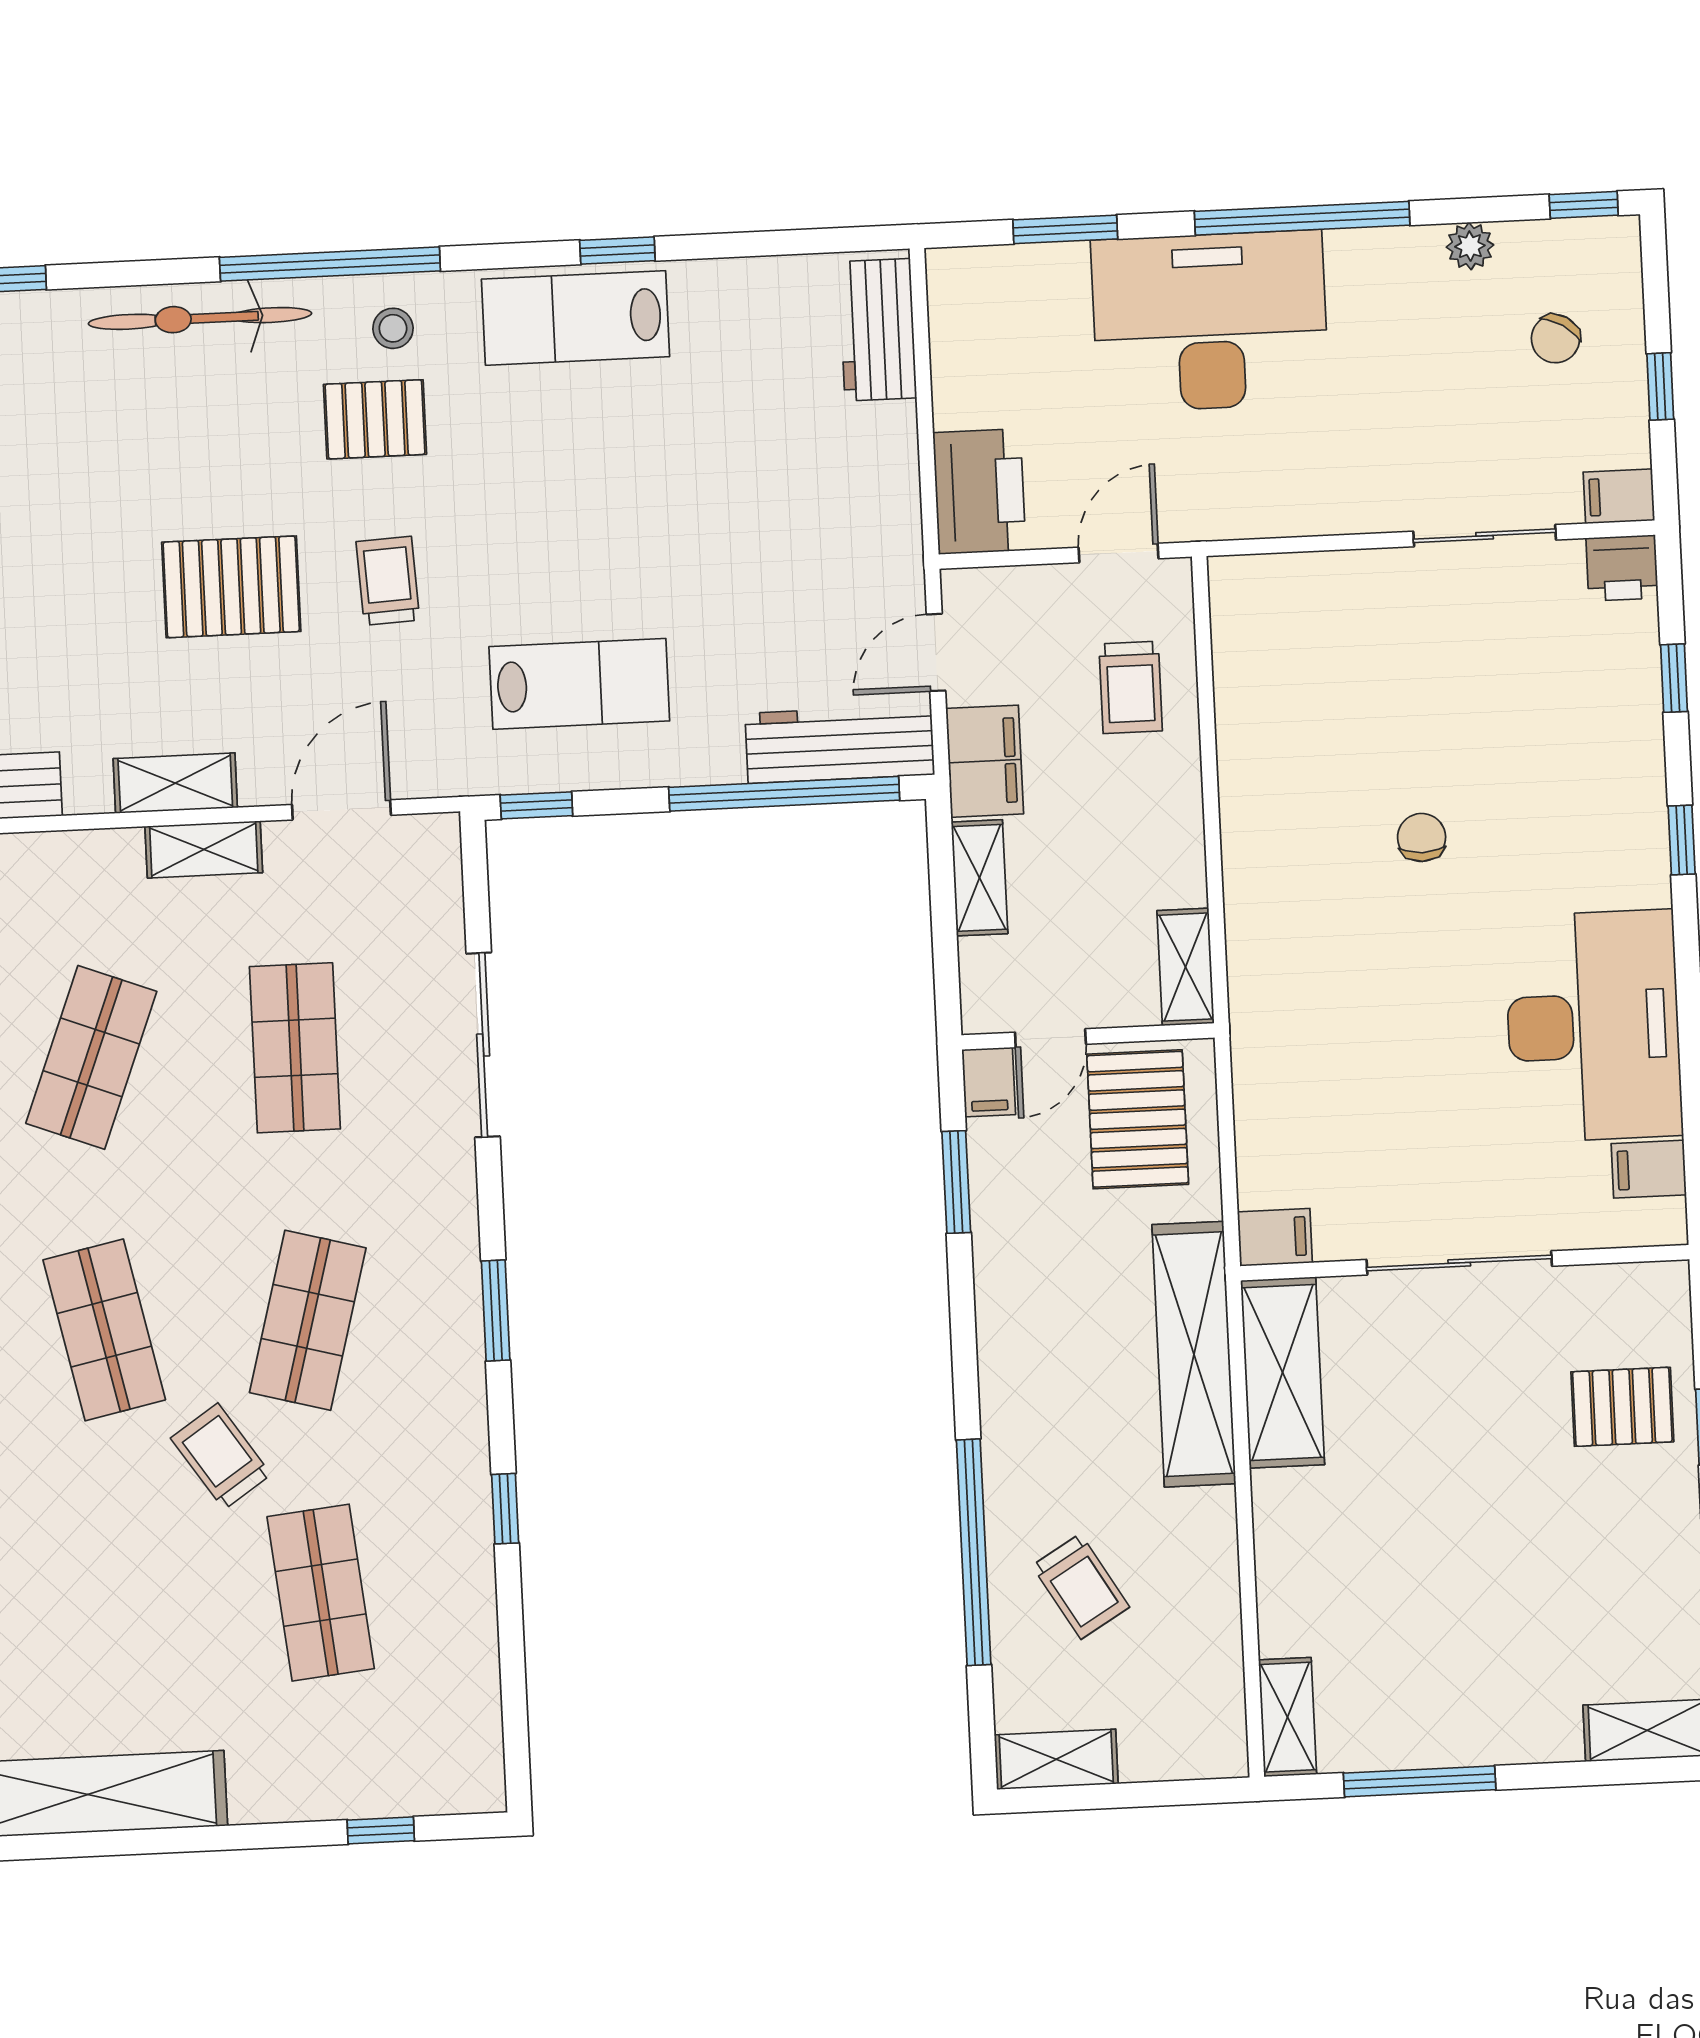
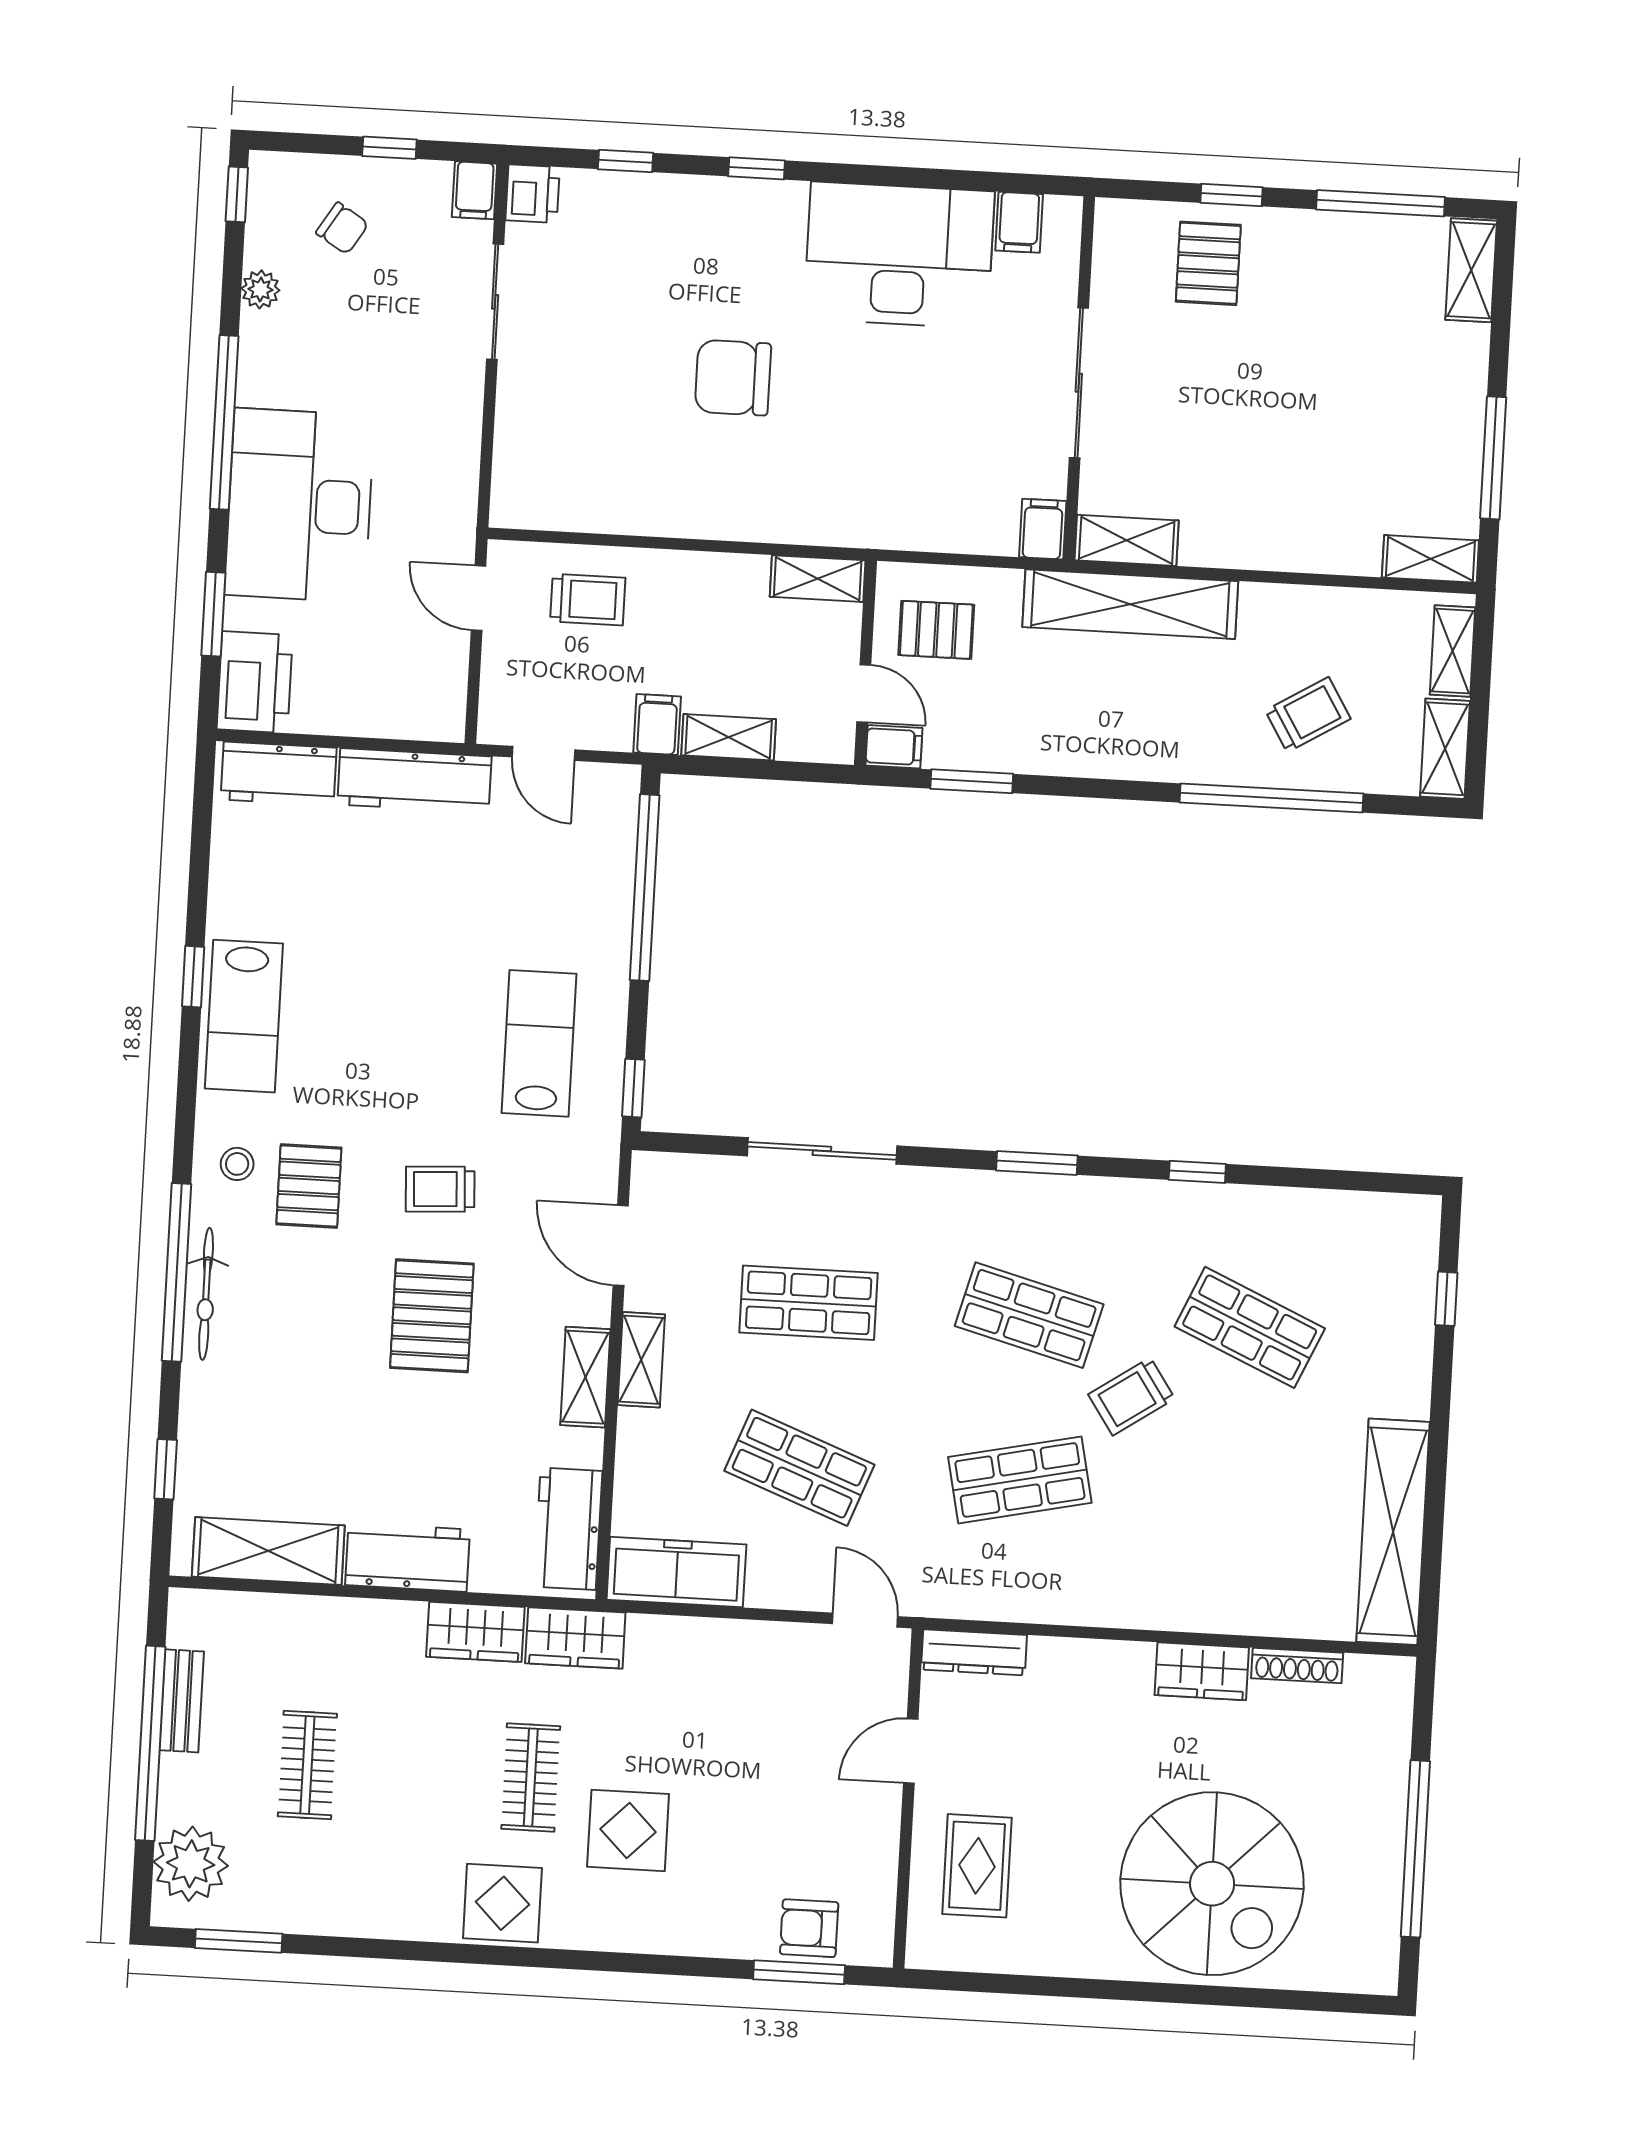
window: (330, 264) -> (177, 1272), moved
bicycle: (200, 318) -> (206, 1294), width x0.73, depth x0.71
printer: (979, 491) -> (255, 682), moved, turned 90
workbench: (840, 744) -> (414, 780), moved, turned -90
filing cabinet: (985, 761) -> (657, 725), width x0.50
chair: (1422, 837) -> (733, 378), width x1.87, depth x1.87
pallet: (1138, 1119) -> (936, 630), width x0.67, depth x0.71
shelving: (1283, 1373) -> (1127, 540), width x0.67, depth x0.75
shop shelf: (321, 1593) -> (1250, 1327), turned 30
shelving: (1177, 1756) -> (1453, 651), added

